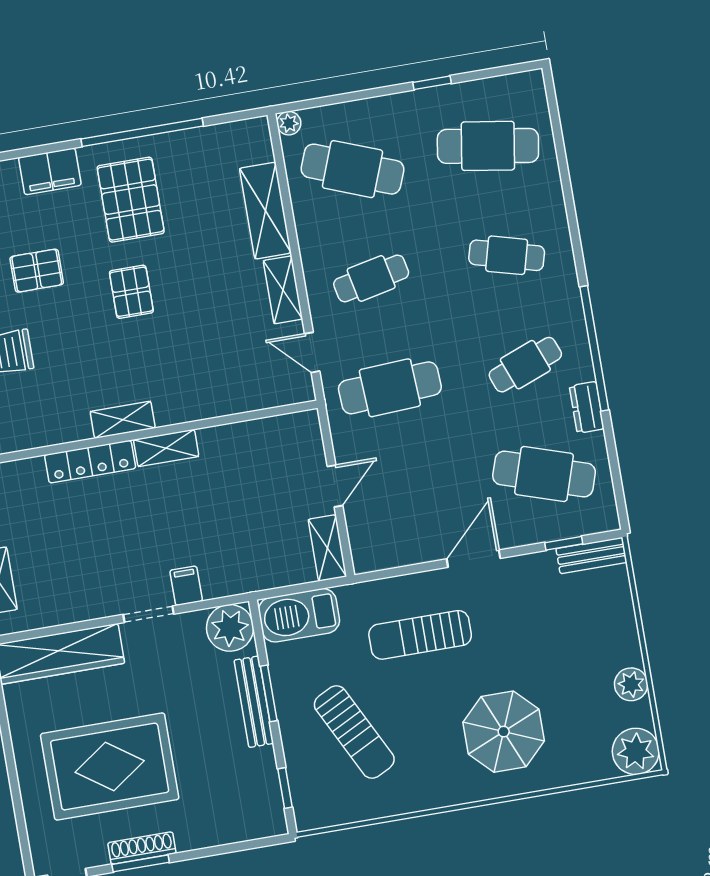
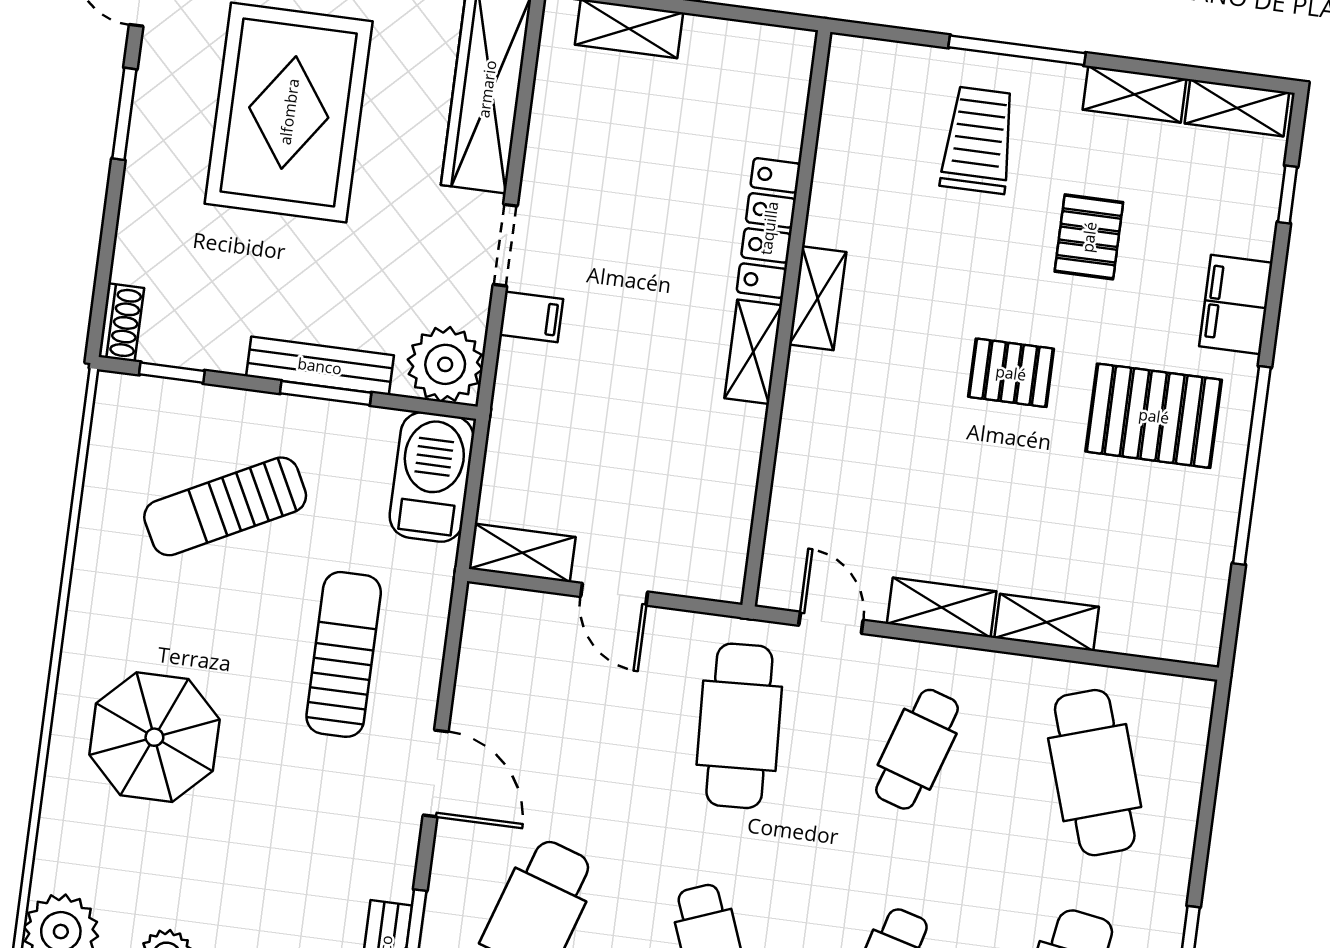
plant: (289, 123) -> (1196, 696), removed
cafe table: (352, 169) -> (1095, 773), turned -39
shelving: (265, 211) -> (1047, 622), width x0.67, depth x0.75
cafe table: (371, 278) -> (917, 749), turned 30
door: (312, 352) -> (831, 623), hinge flipped
shoe rack: (142, 848) -> (121, 322), moved, width x0.70

